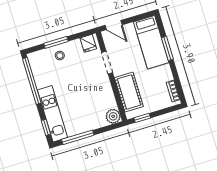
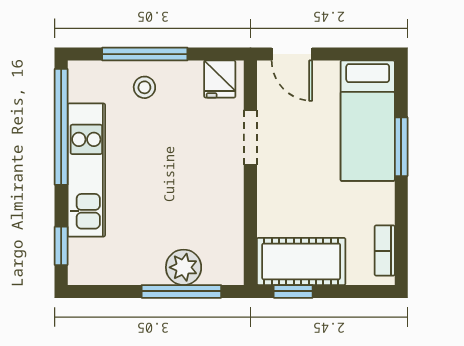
window: (56, 42) -> (145, 54), width x1.44
cot: (129, 92) -> (301, 261), moved, turned 90
kitchen unit: (53, 114) -> (86, 170), moved
plant: (113, 116) -> (184, 267), moved
window: (78, 137) -> (181, 291), moved

